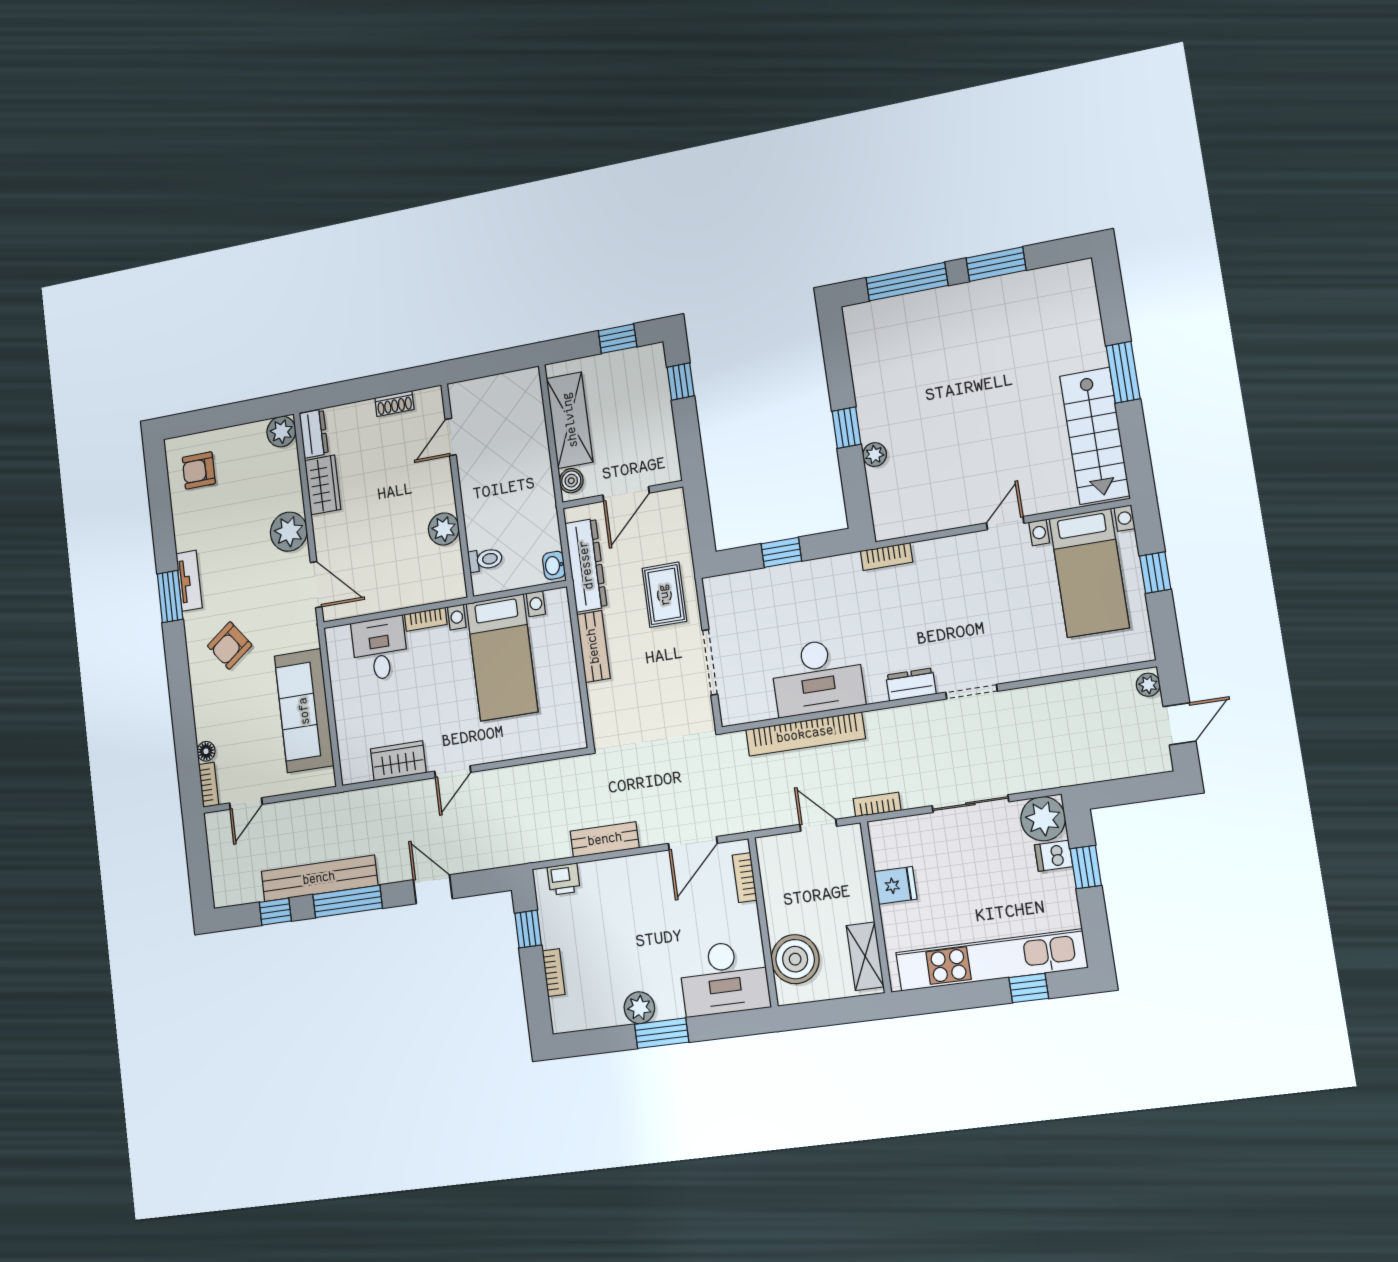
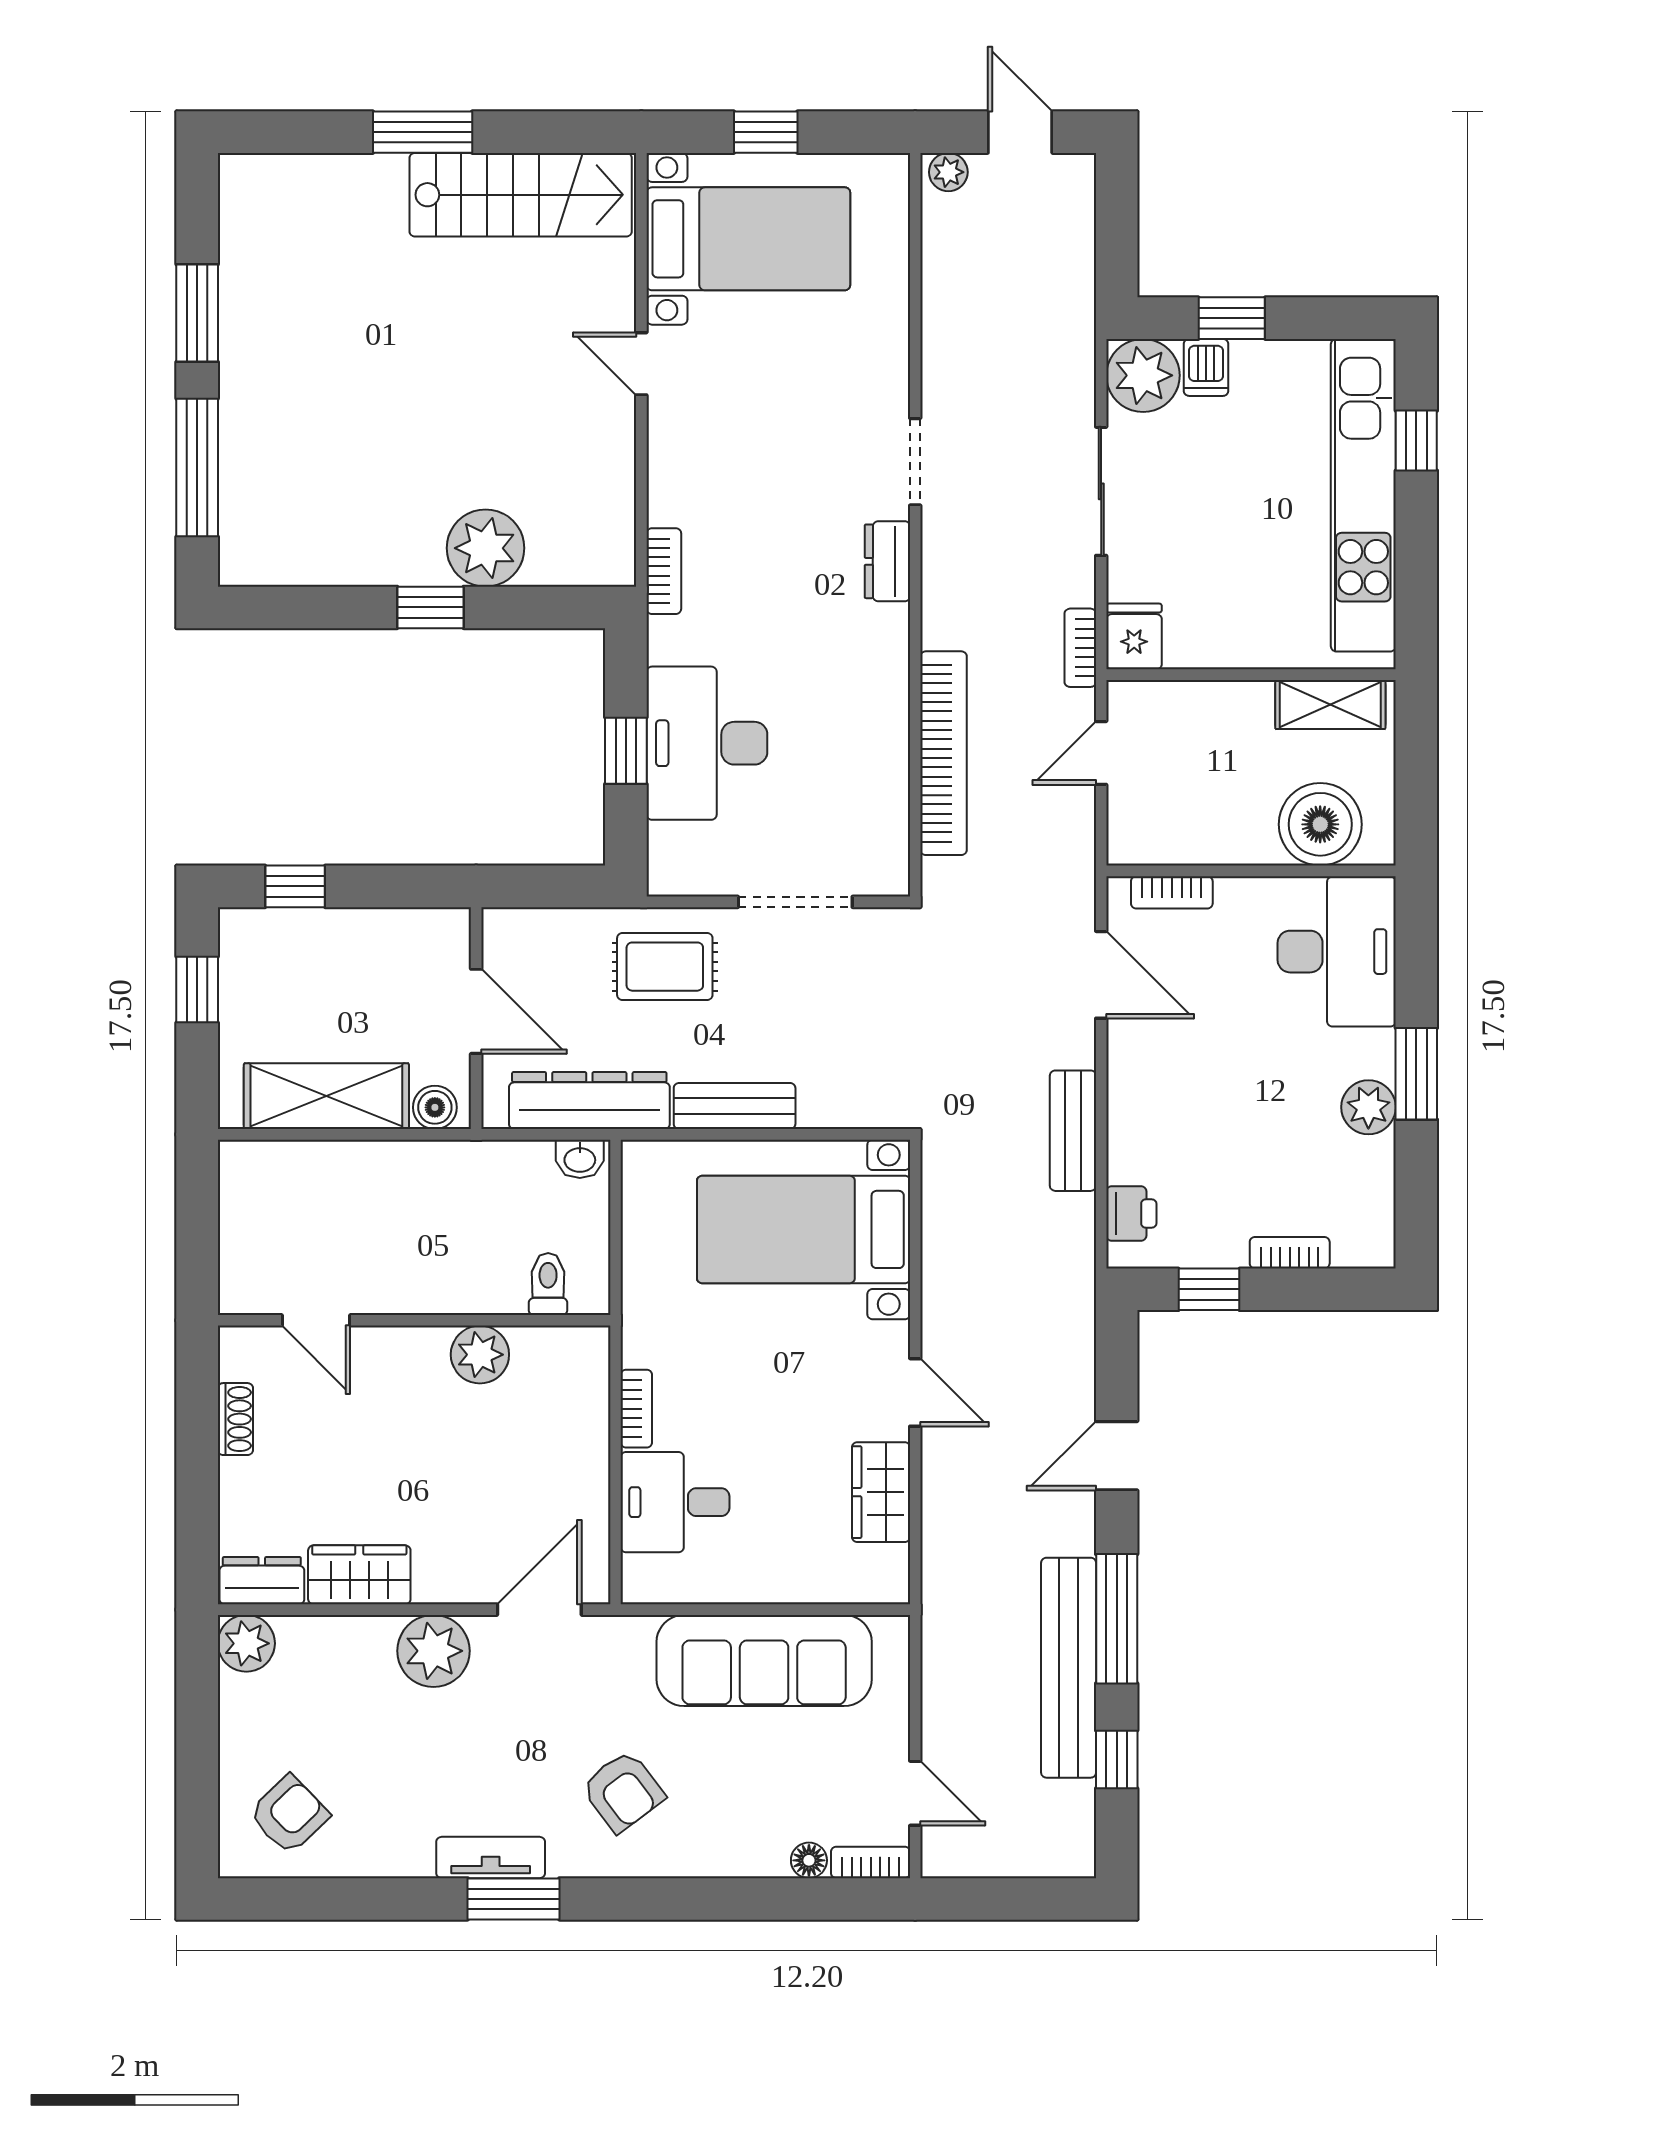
plant: (875, 455) -> (486, 548), width x1.87, depth x1.87
armchair: (199, 471) -> (289, 1815), turned -134
bed with nightstands: (502, 657) -> (804, 1229), moved, turned 180
desk: (817, 677) -> (707, 743), moved, turned 180
fridge: (895, 885) -> (1134, 636), moved

